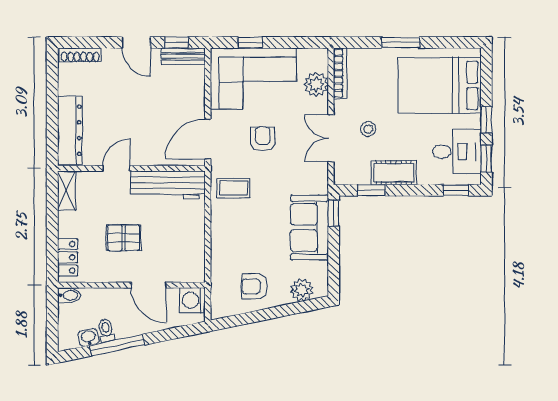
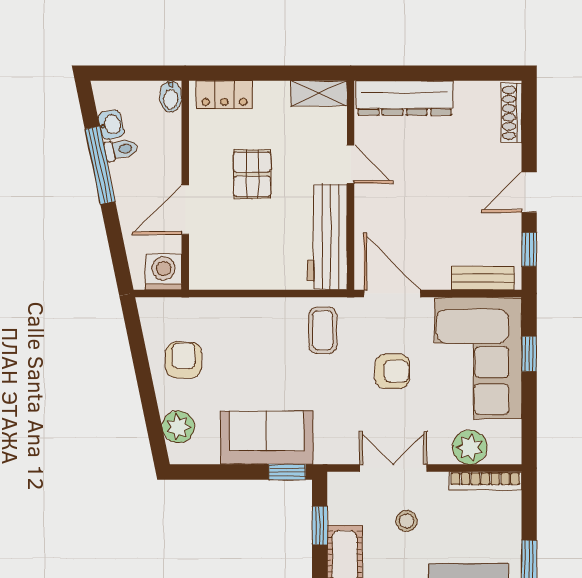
bench: (183, 56) -> (483, 278), moved, turned 90

